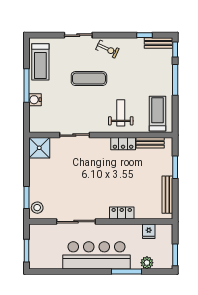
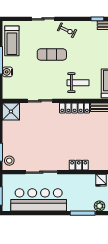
weight bench: (121, 113) -> (78, 83), turned 90
locker: (123, 144) -> (75, 108), width x1.53
bar counter: (97, 255) -> (39, 200), moved

